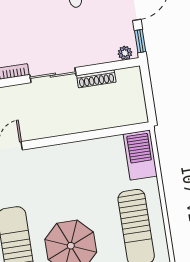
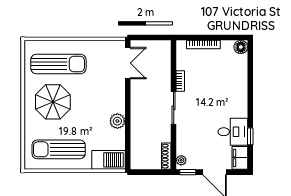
shoe rack: (96, 79) -> (166, 156), moved
plant: (84, 151) -> (117, 121), added

